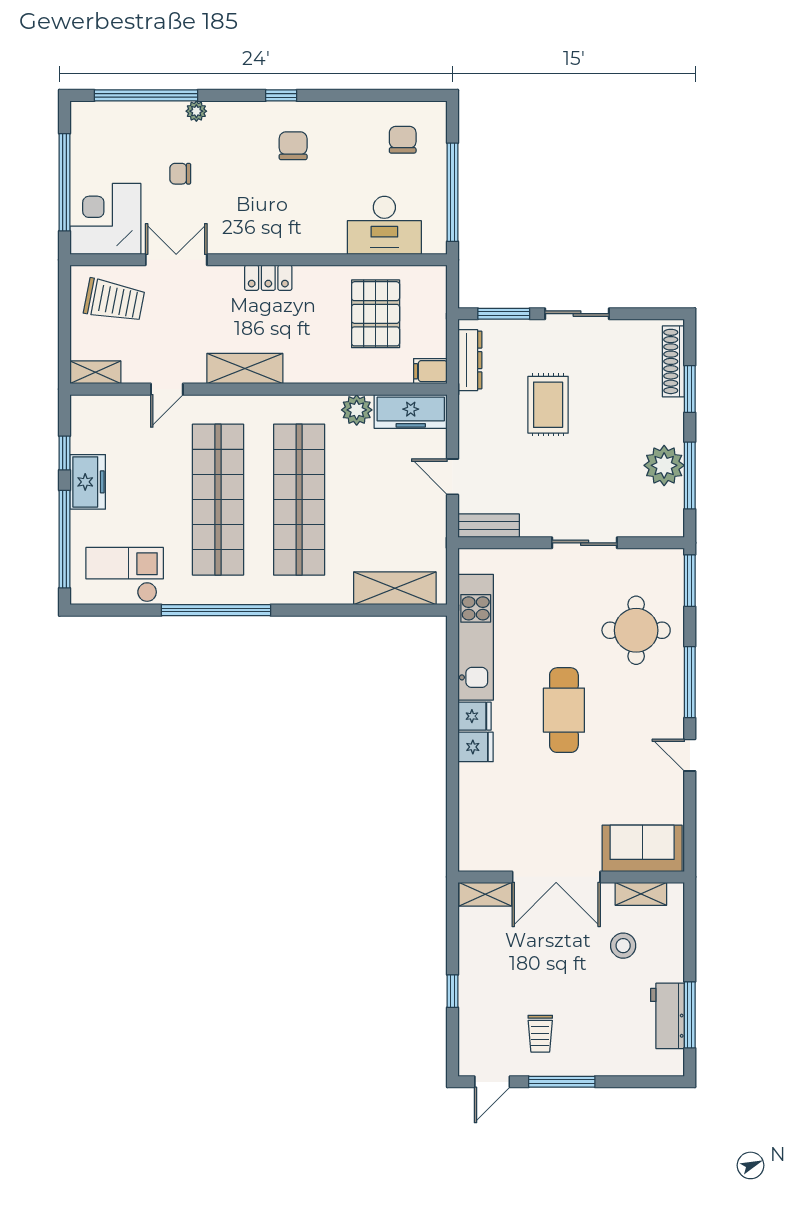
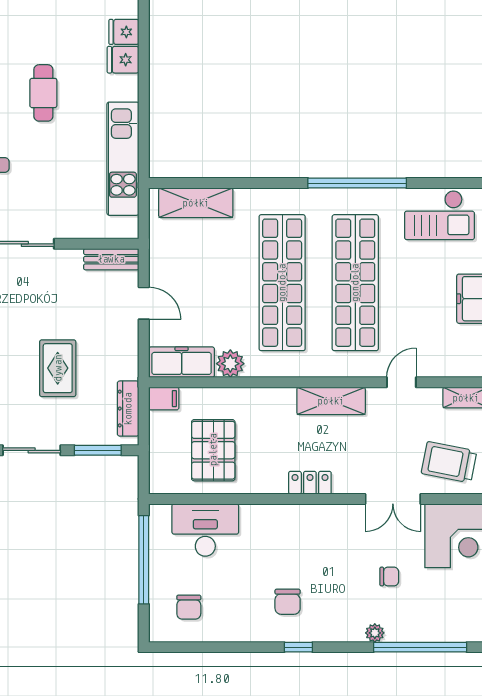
cafe table: (564, 710) -> (43, 93), width x0.73, depth x0.74
fridge: (475, 716) -> (124, 32), moved

